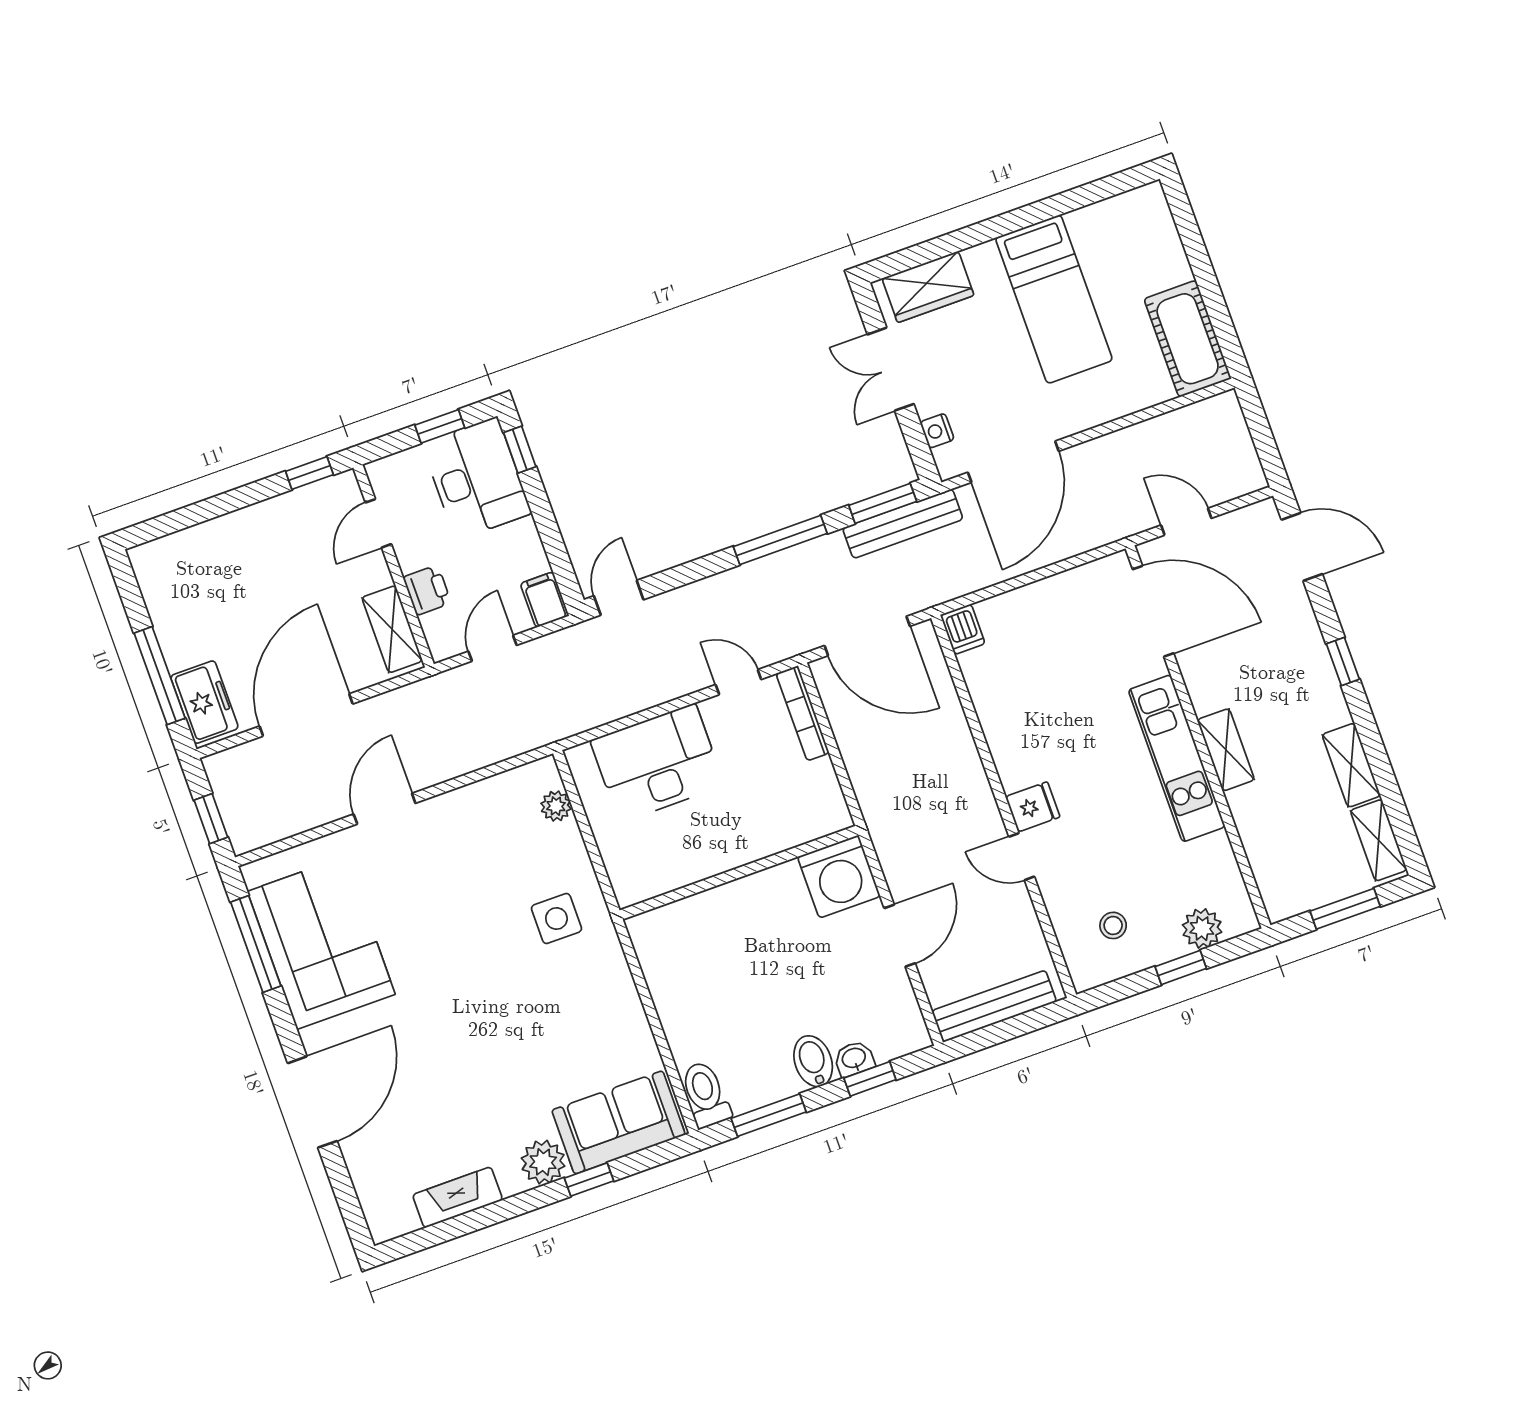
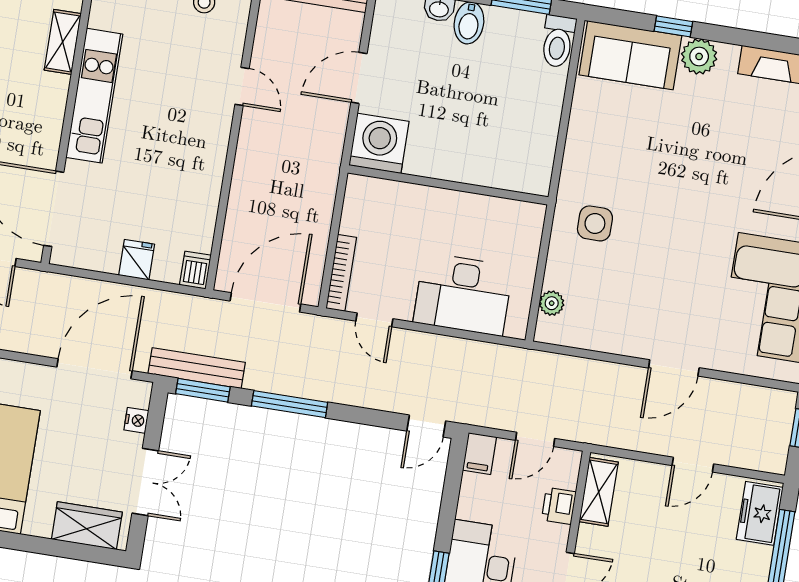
door: (867, 636) -> (265, 302), hinge flipped
door: (306, 715) -> (693, 465), width x0.53
shelving: (1226, 750) -> (63, 42), moved
fridge: (1033, 807) -> (137, 260), moved, turned 90

